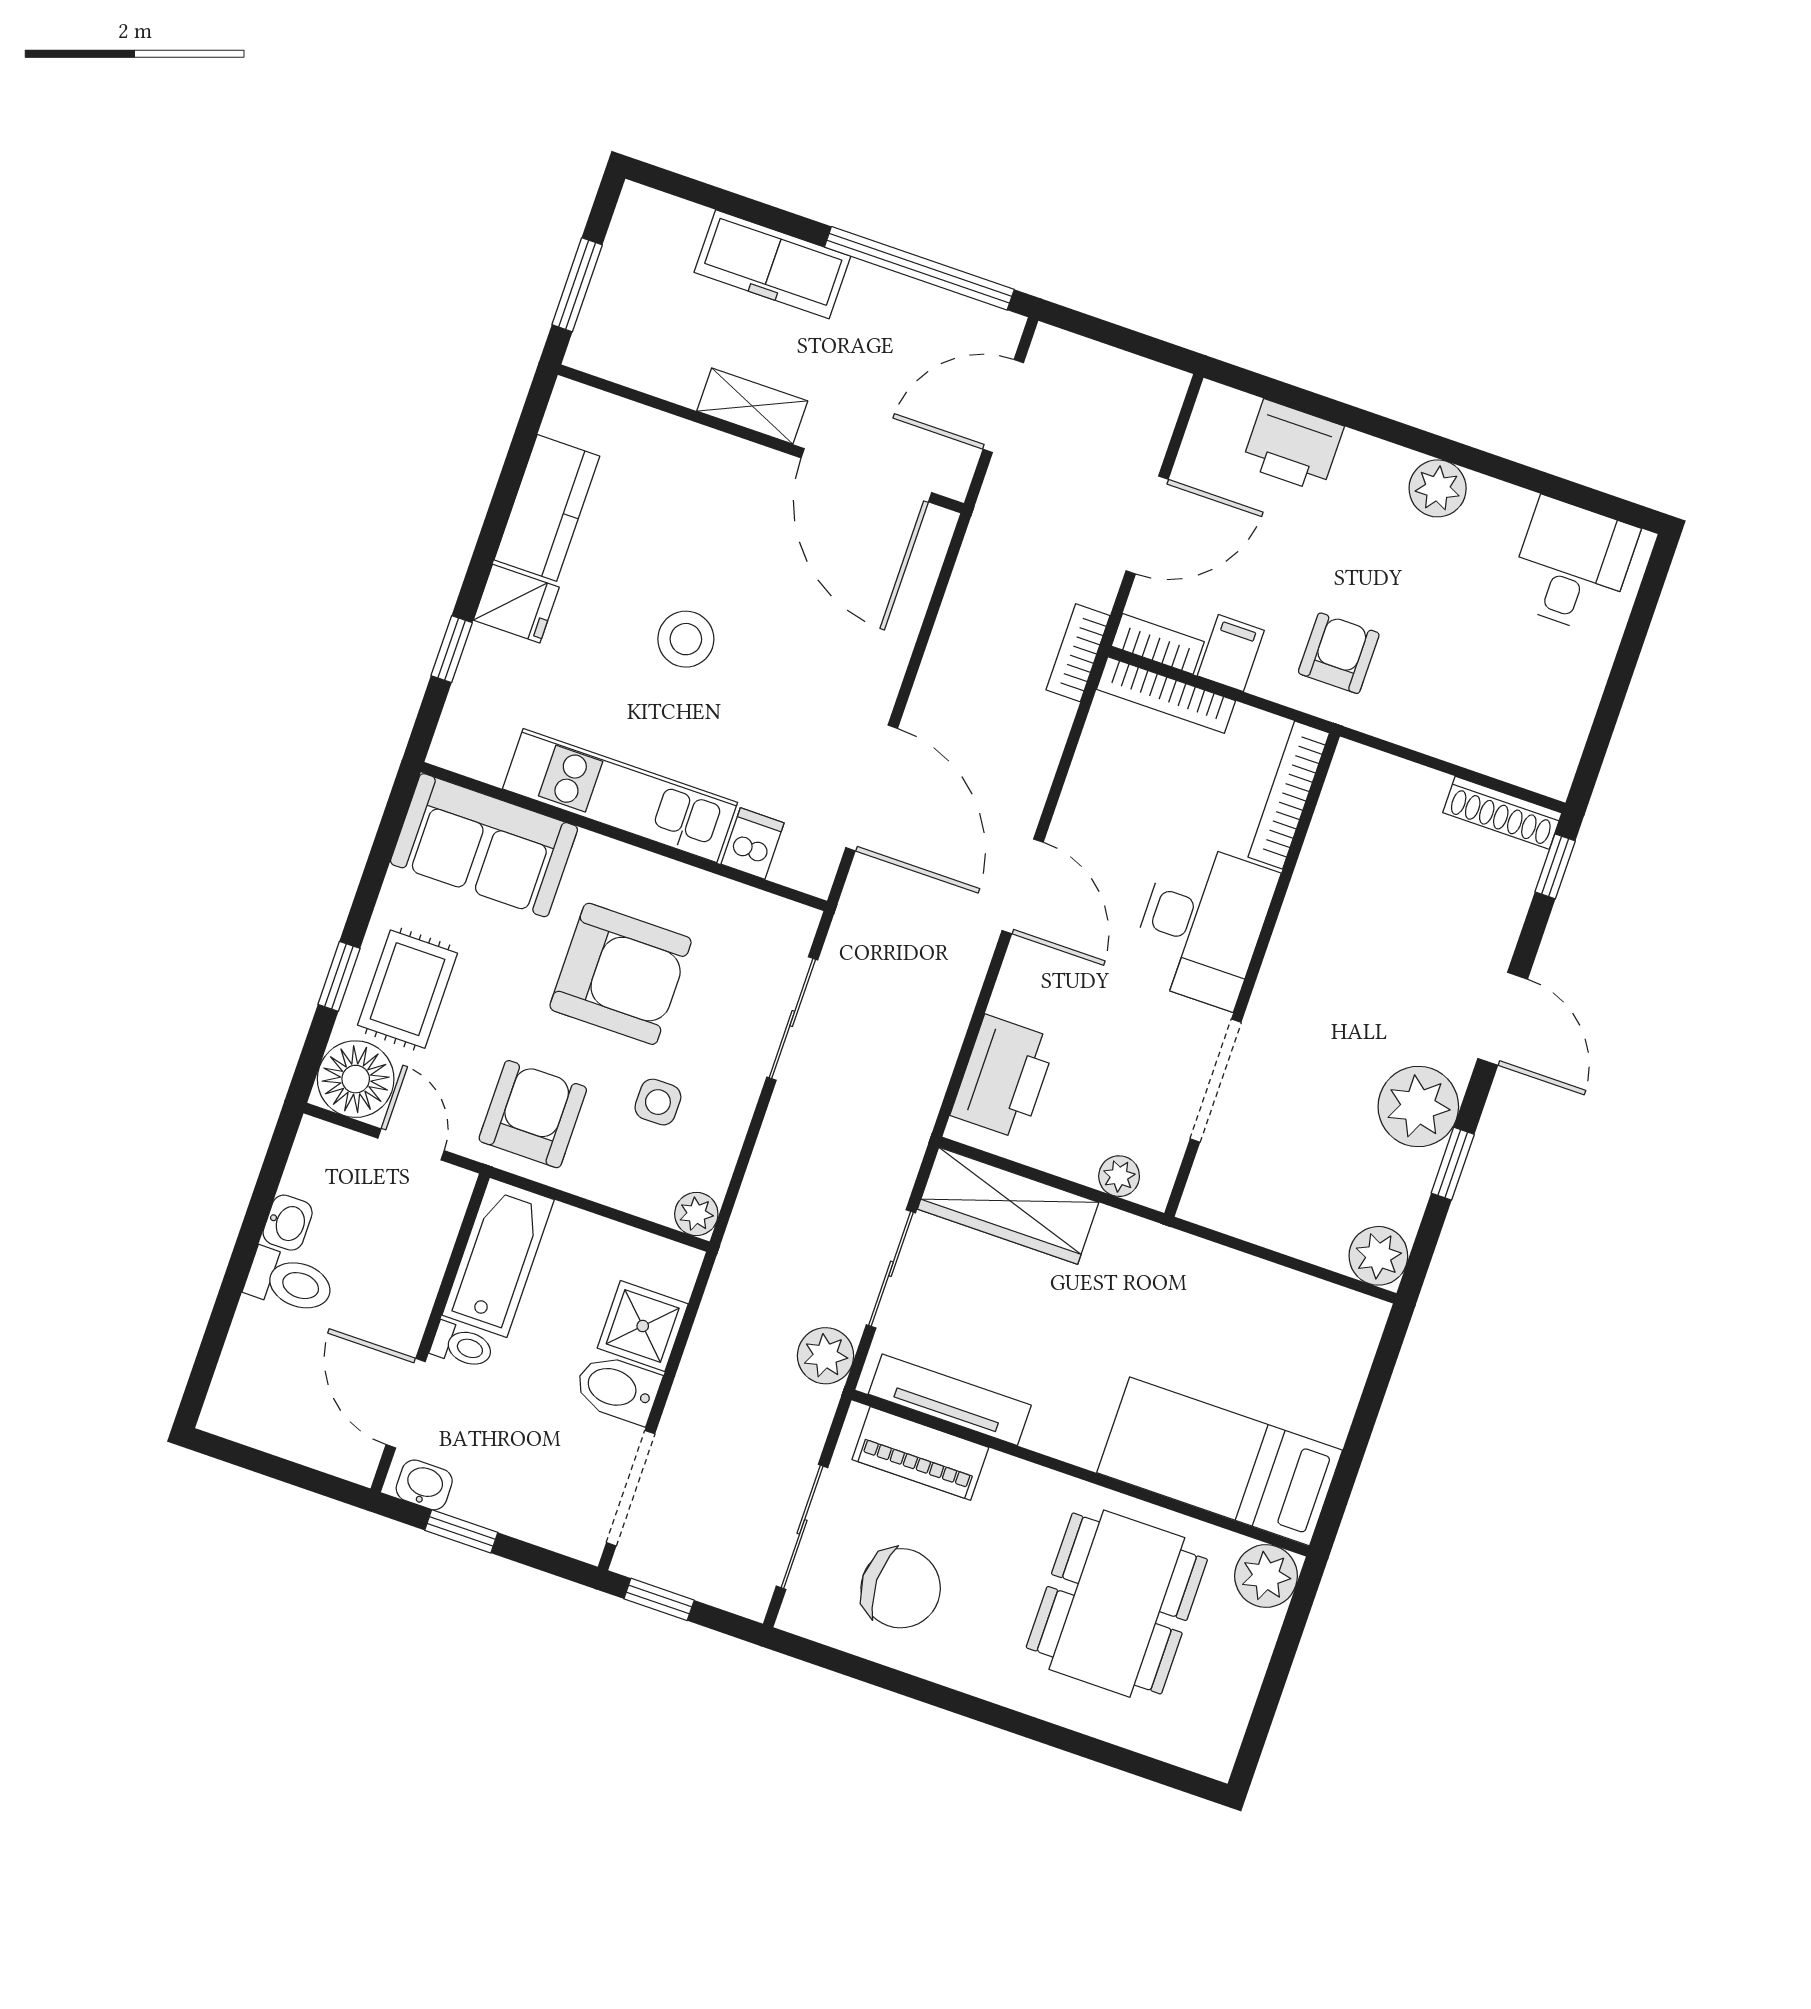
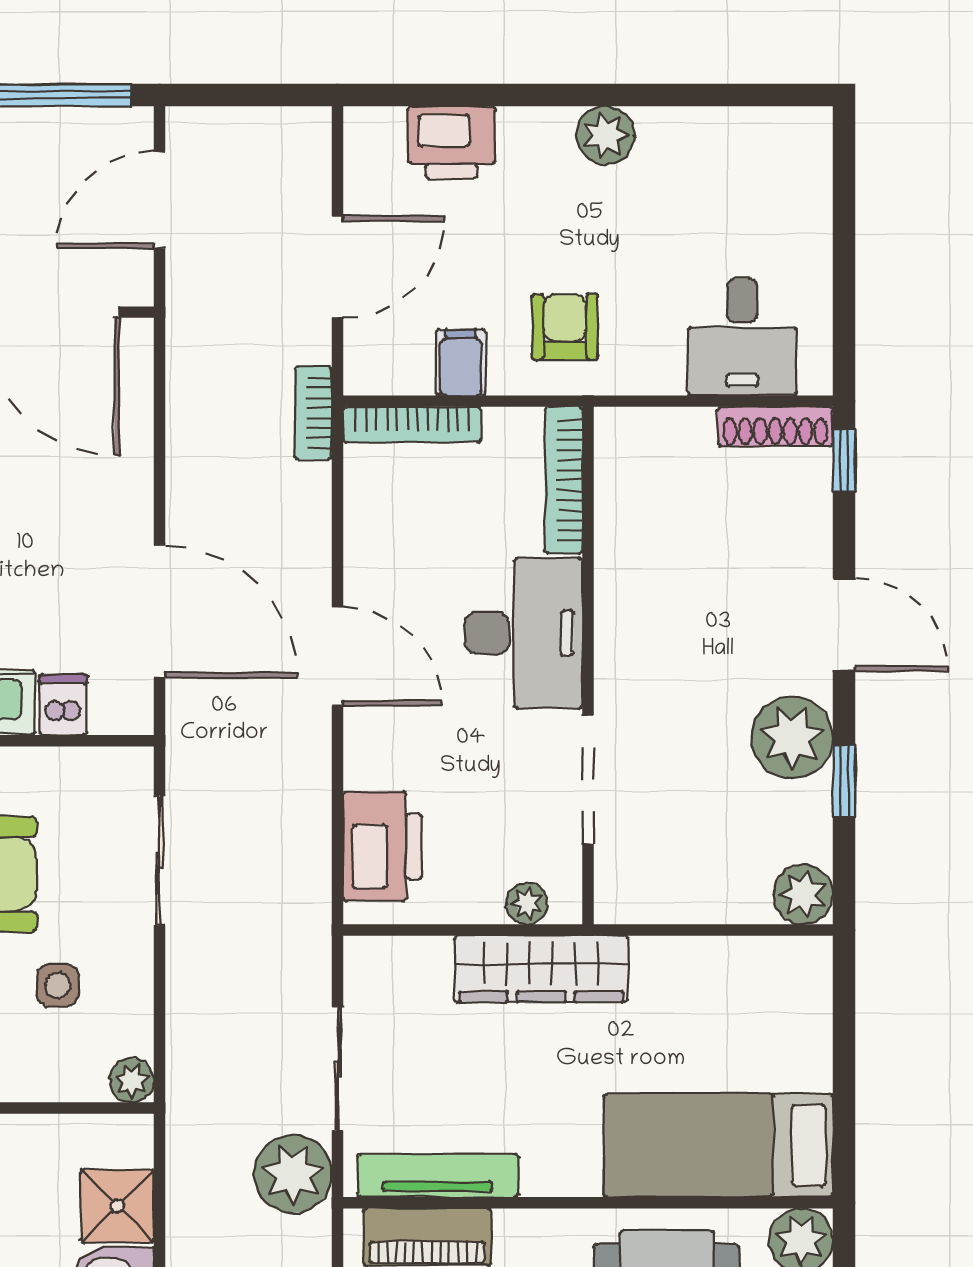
desk: (1572, 566) -> (742, 337), moved, turned 180
bookcase: (1158, 644) -> (387, 378), removed
wardrobe: (1008, 1206) -> (541, 969), moved
plant: (826, 1356) -> (293, 1174), width x1.36, depth x1.36

